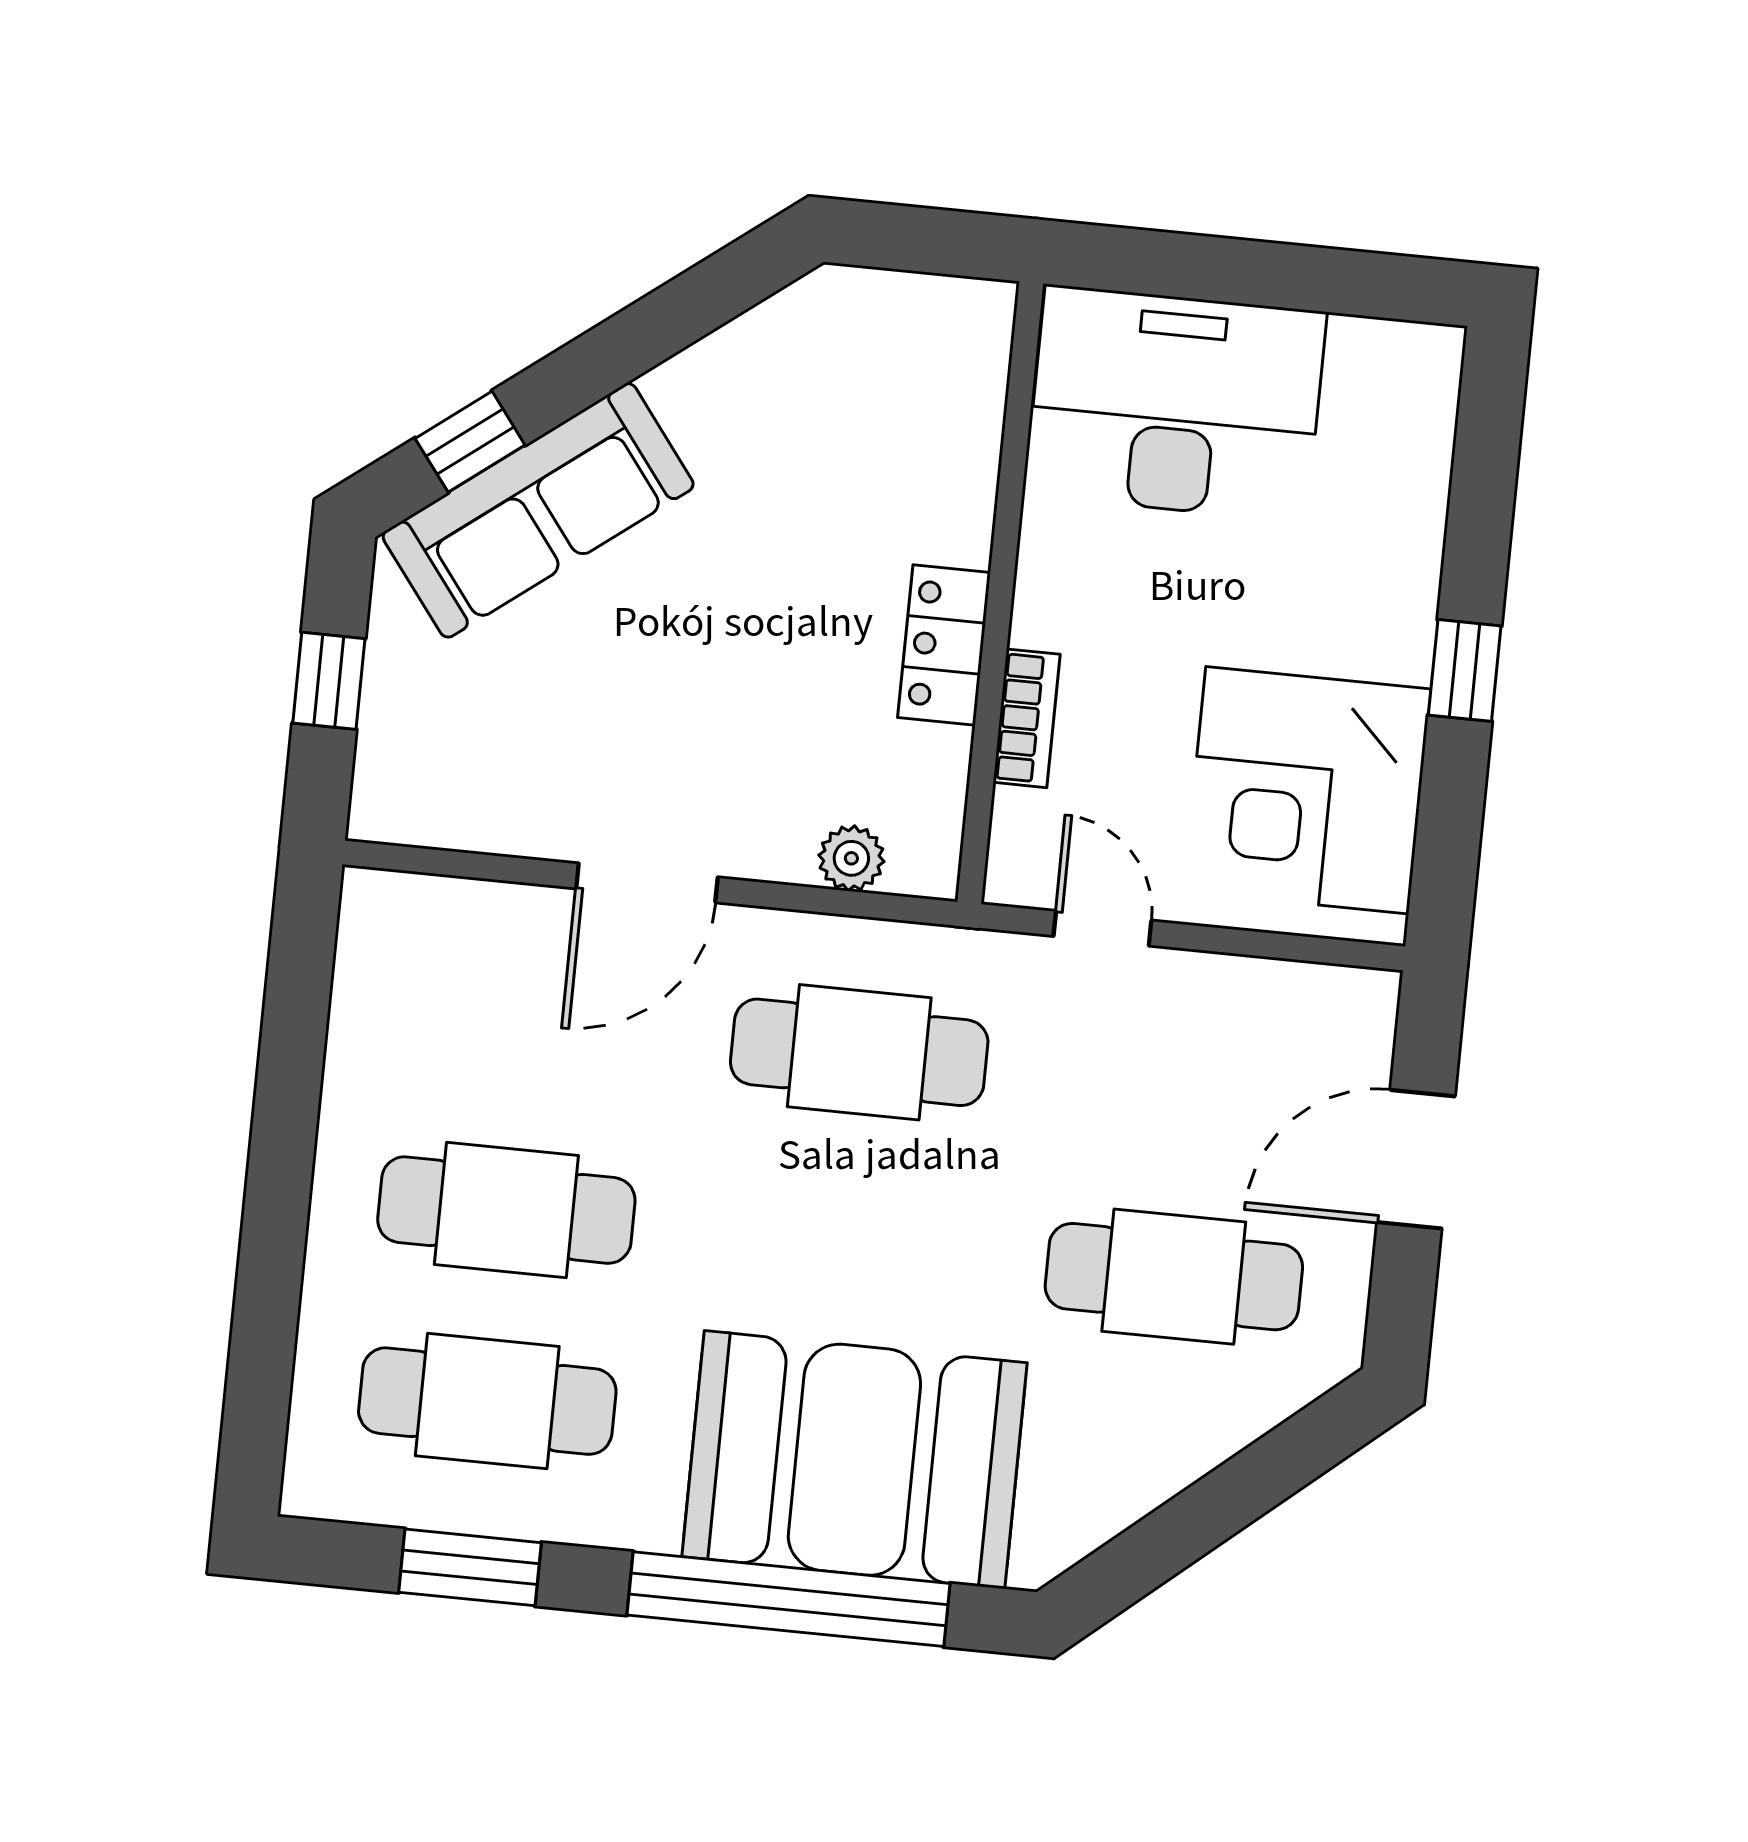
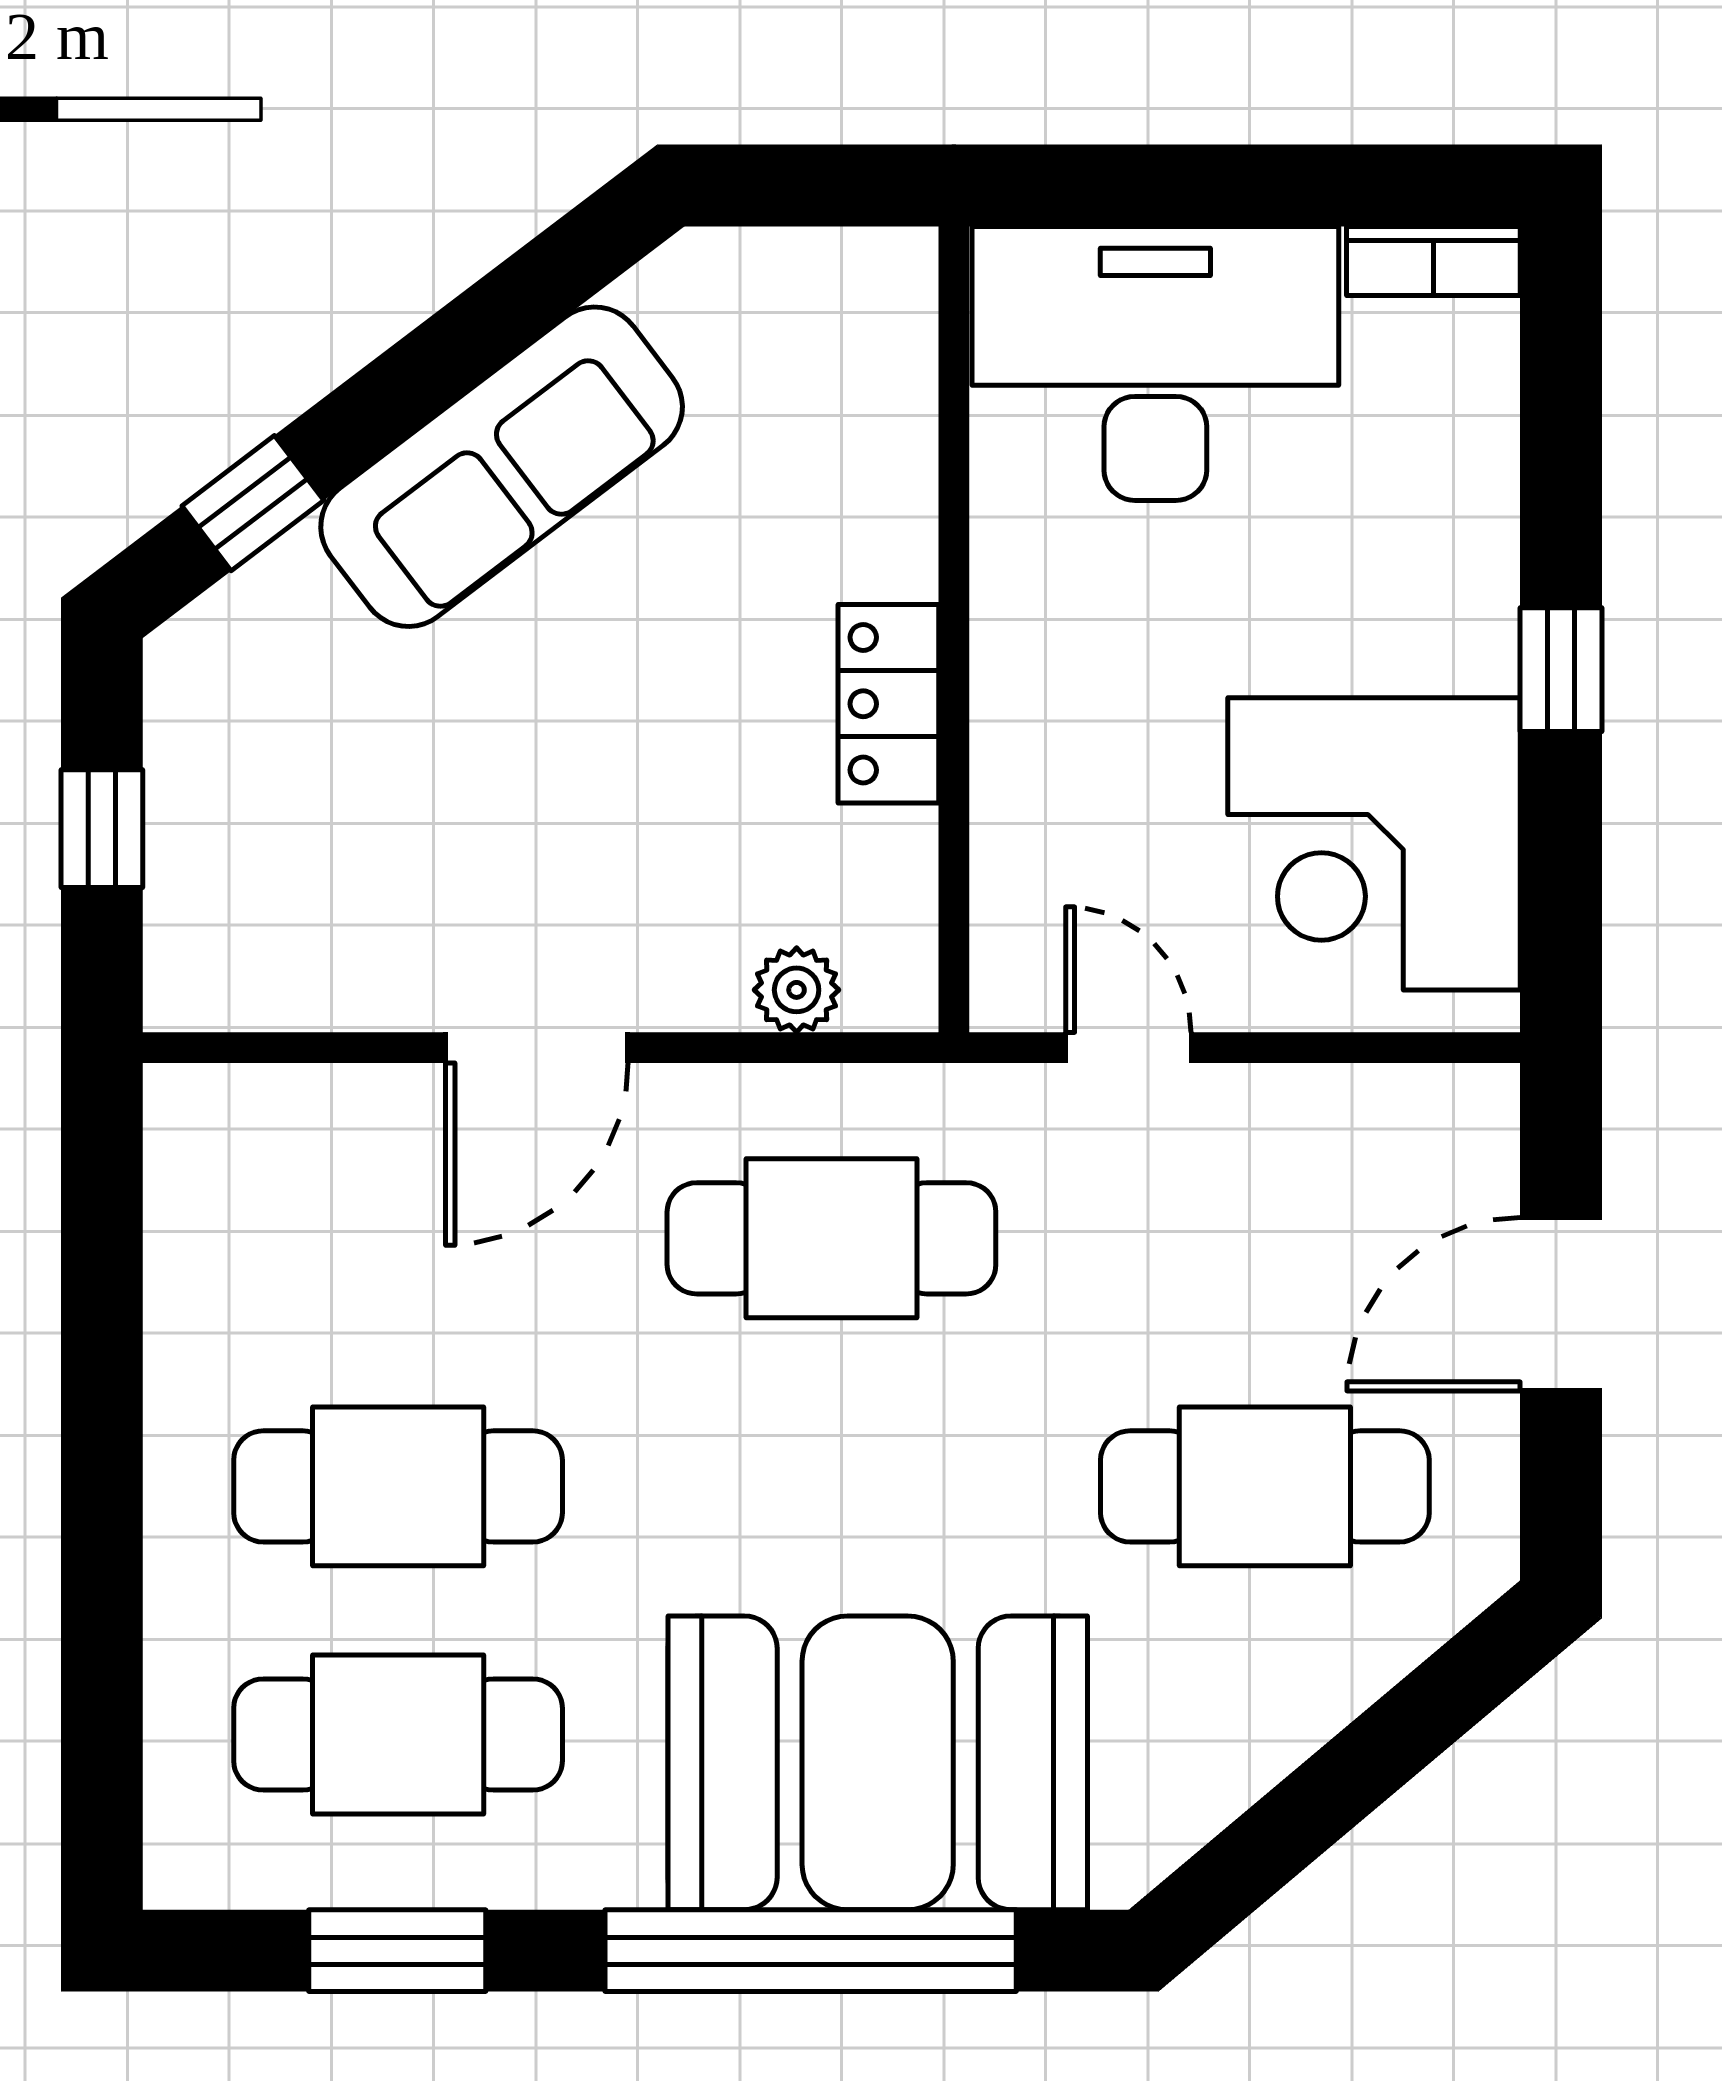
sofa: (538, 510) -> (502, 467), moved
bookcase: (1027, 718) -> (1433, 261), moved, turned 90

